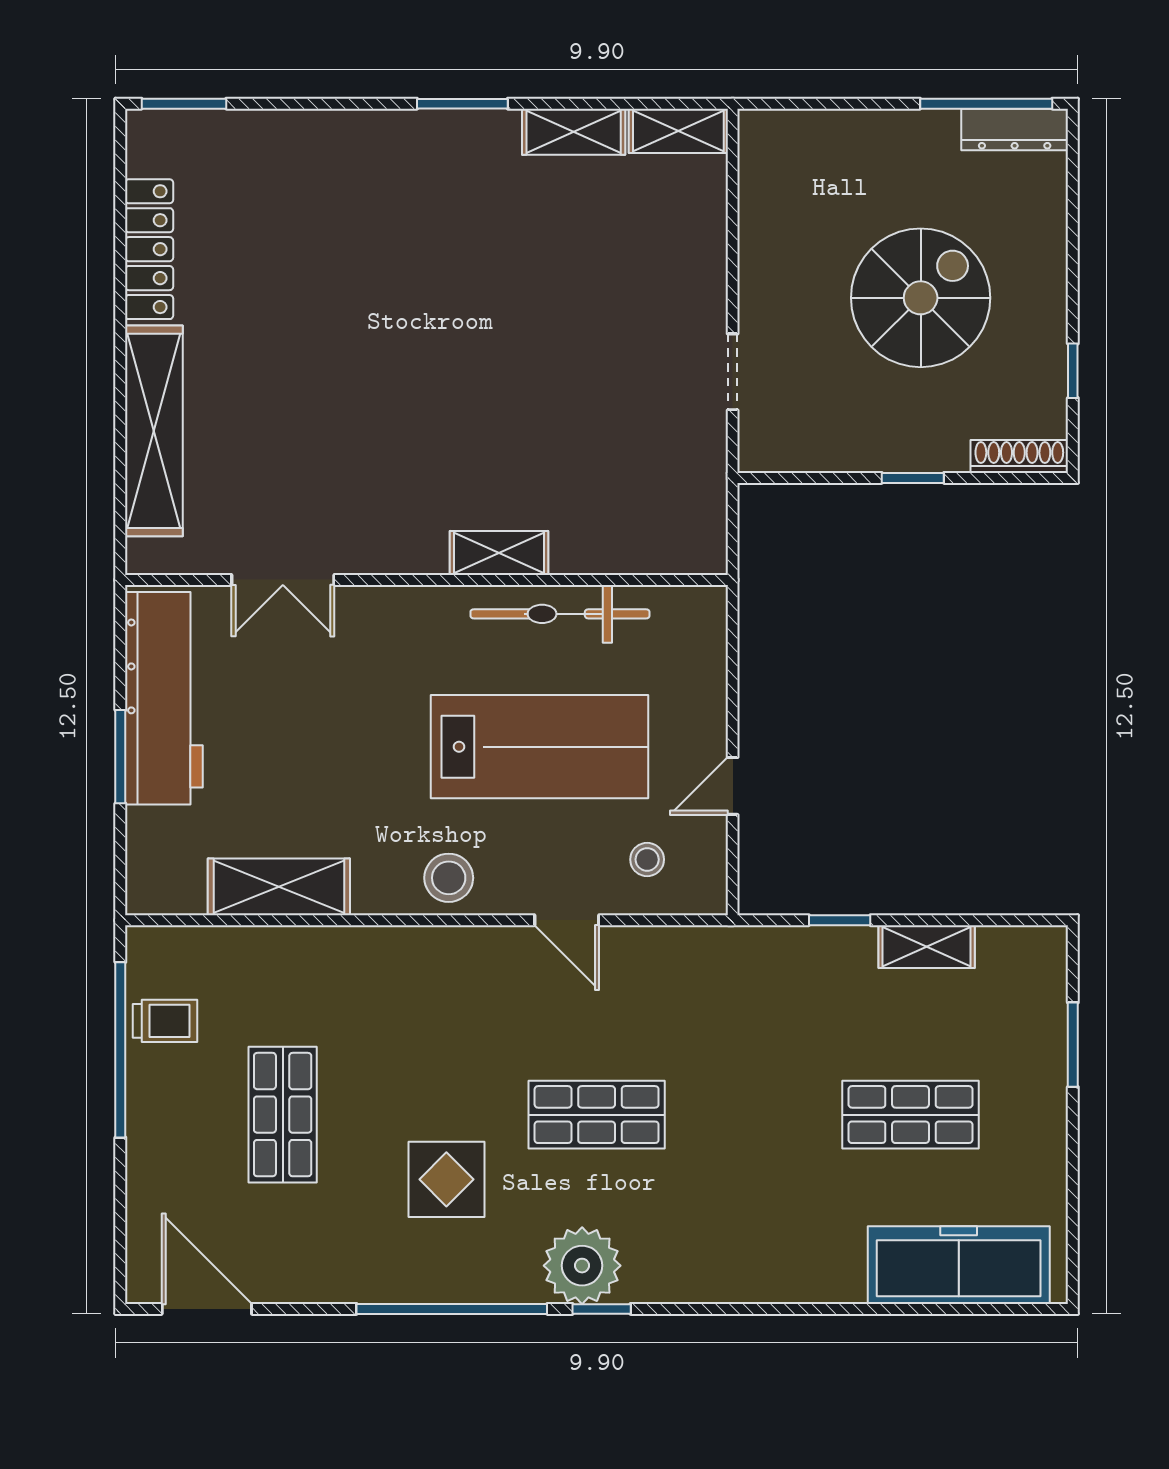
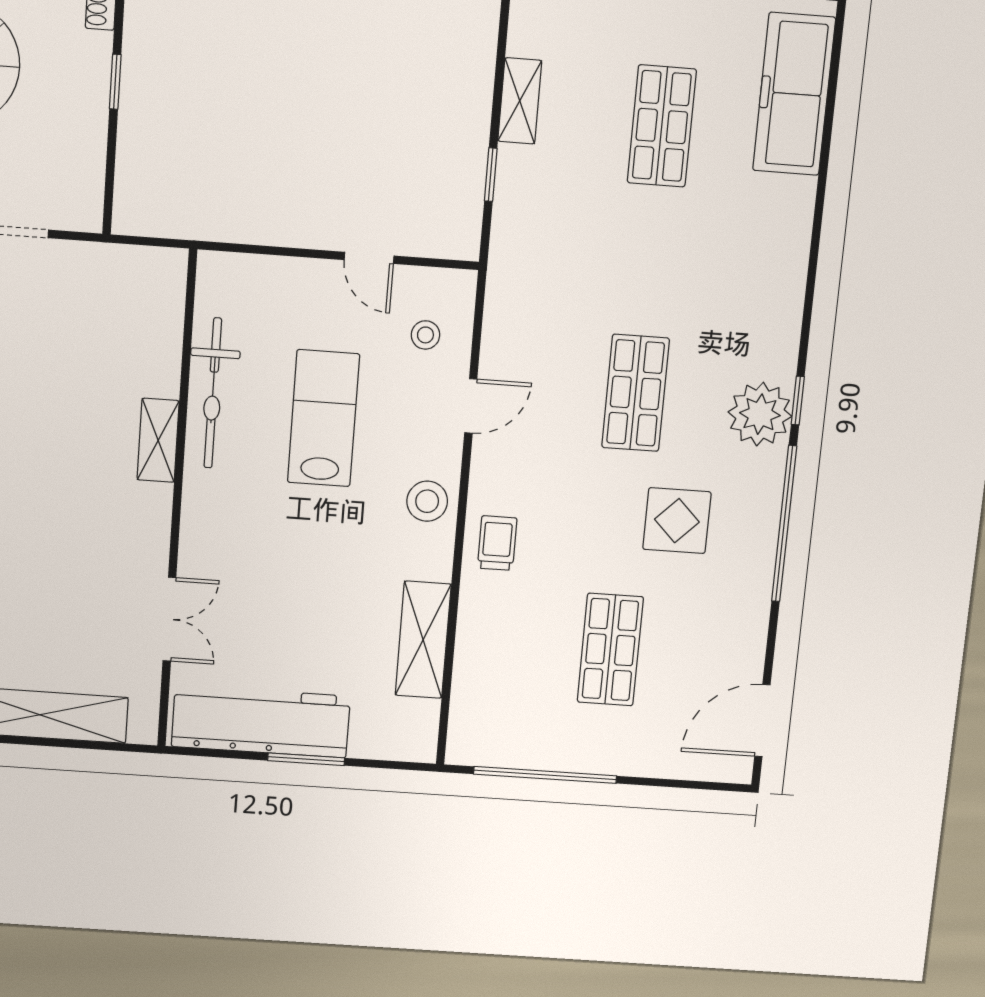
lab bench: (539, 747) -> (323, 418), width x0.73, depth x0.72
trolley: (165, 1021) -> (497, 543), moved
shop shelf: (283, 1115) -> (610, 650), turned 90

